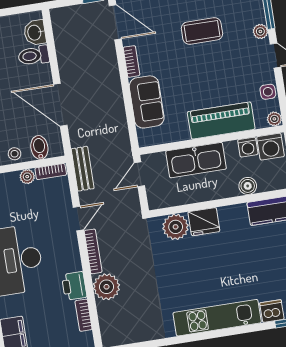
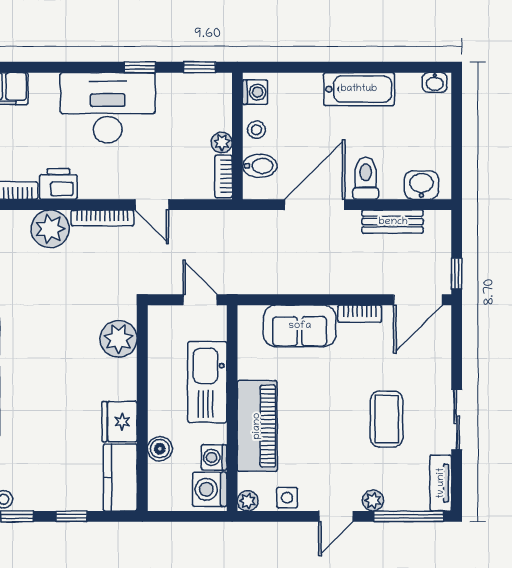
toilet: (34, 56) -> (366, 178), moved
bench: (83, 169) -> (393, 222), moved
fridge: (204, 222) -> (120, 422), moved

